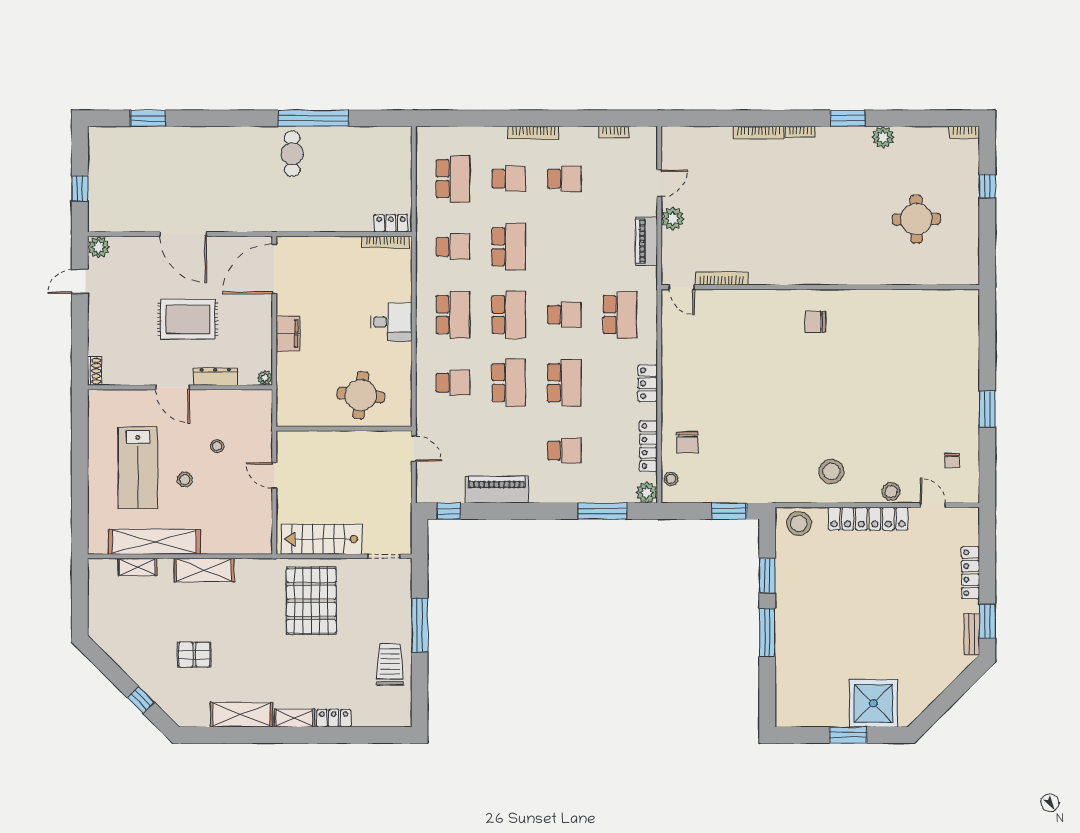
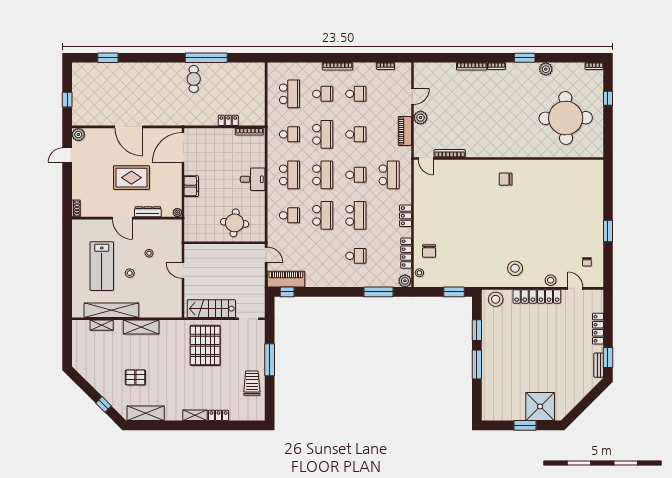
round table: (916, 219) -> (566, 118), width x1.86, depth x1.86
locker: (391, 223) -> (228, 120), moved
school desk: (564, 247) -> (356, 134), added
piano: (497, 490) -> (286, 279), moved
shelving: (241, 715) -> (146, 413), moved

